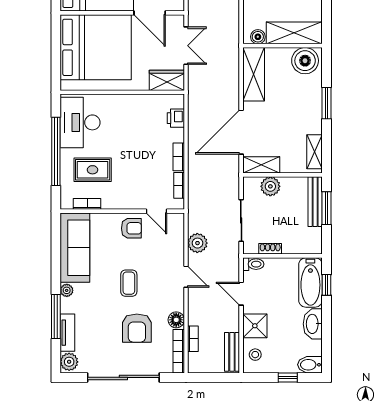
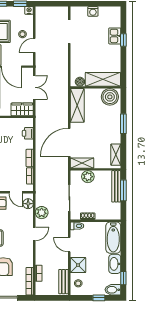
door: (186, 277) -> (34, 234), hinge flipped
window: (326, 285) -> (123, 278), moved
floor lamp: (176, 320) -> (28, 204), moved

